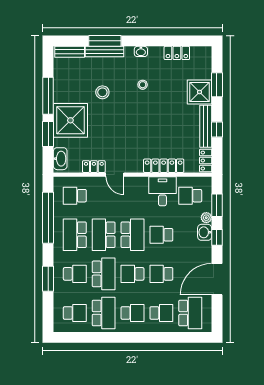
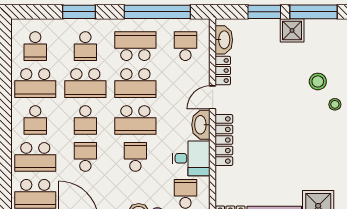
stool: (143, 85) -> (335, 104), moved
shower: (70, 120) -> (292, 30), width x0.54, depth x0.54
washbasin: (60, 159) -> (224, 40), moved, turned -90
locker: (164, 166) -> (224, 140), moved
washbasin: (136, 184) -> (201, 125), added
school desk: (104, 235) -> (135, 83), turned 180
school desk: (132, 274) -> (85, 120), turned 180
school desk: (161, 313) -> (35, 157), width x1.85

